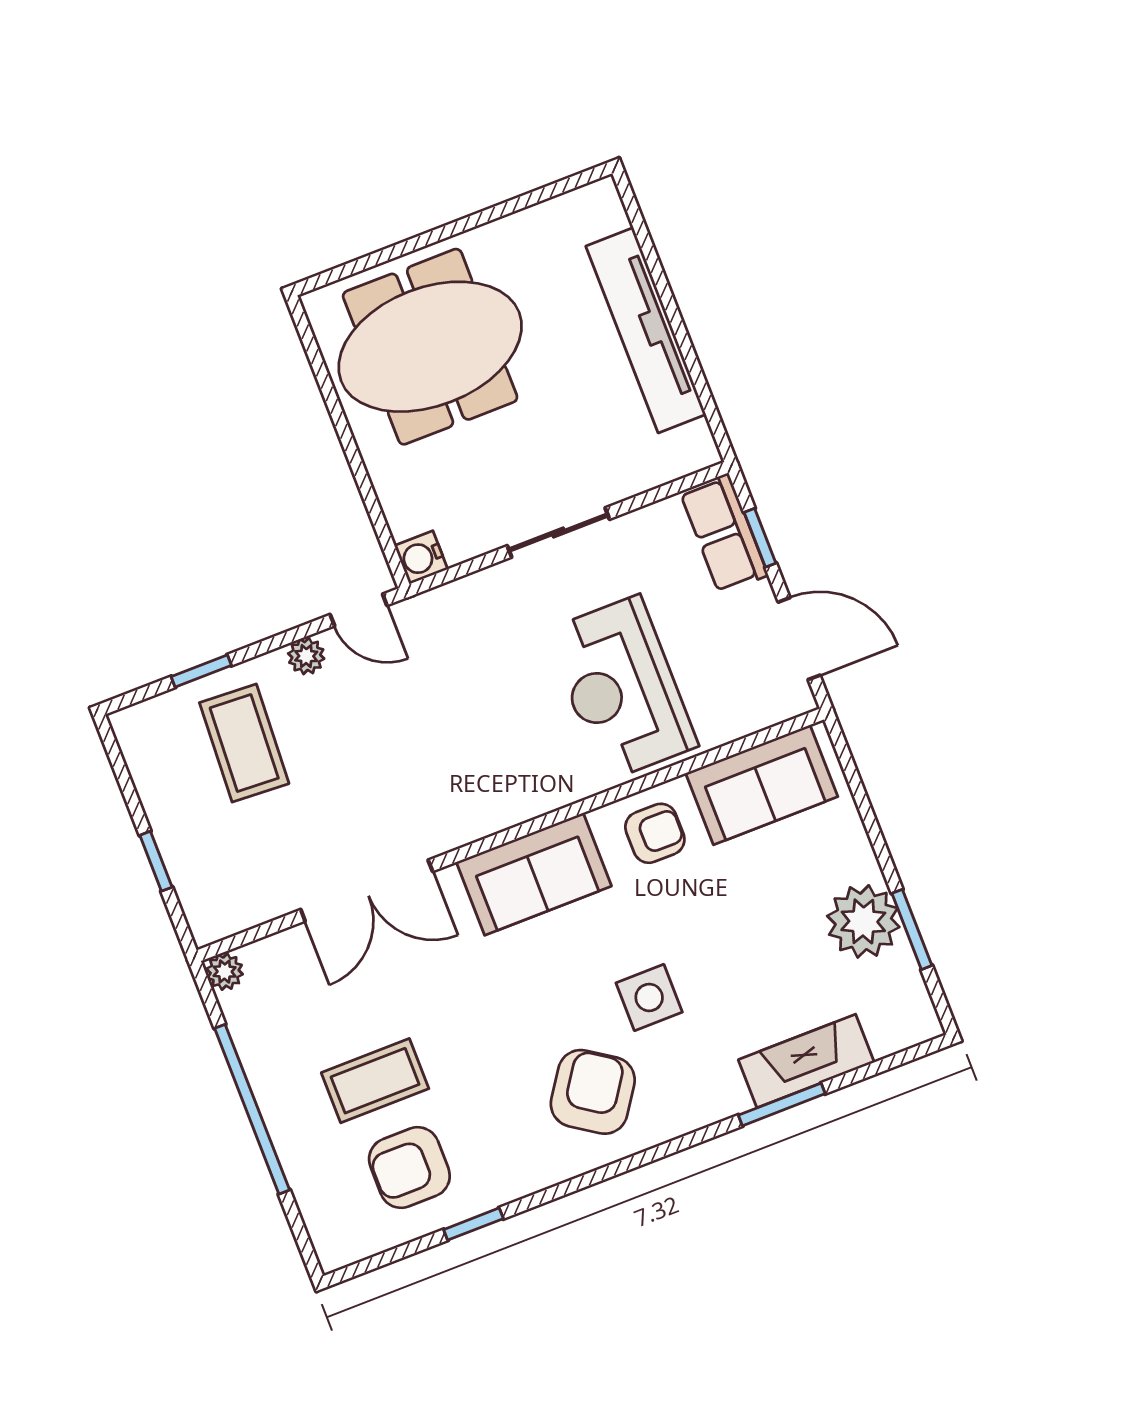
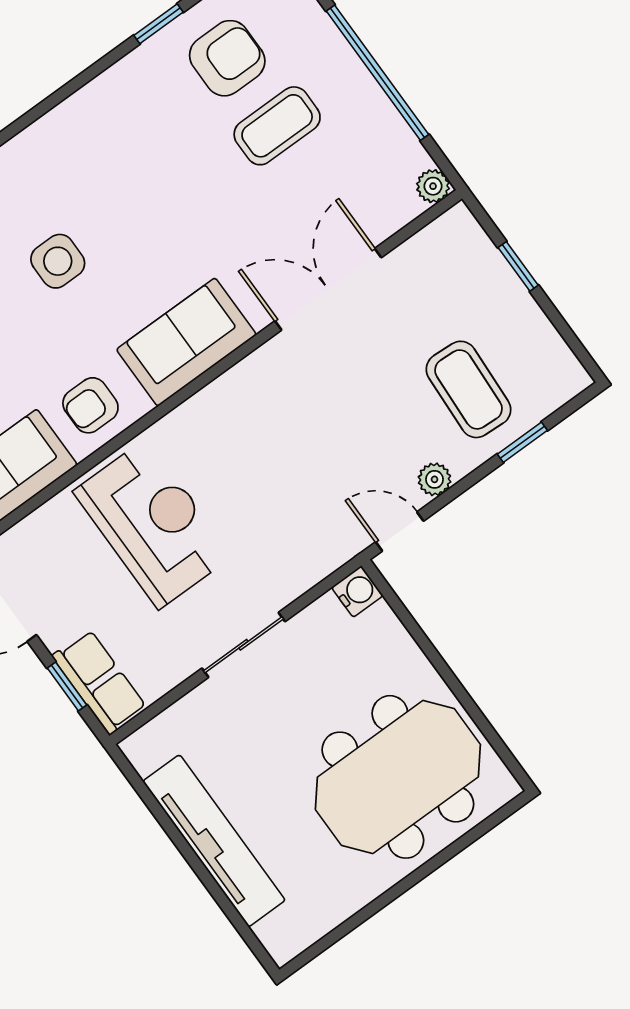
armchair: (593, 1092) -> (85, 166), removed

